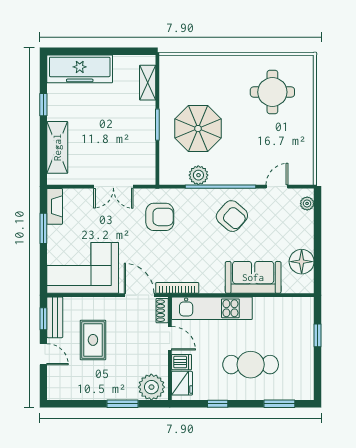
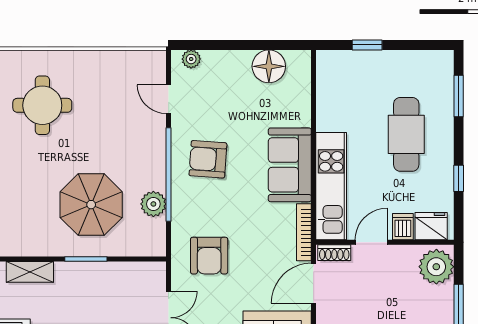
armchair: (232, 216) -> (208, 159), turned -127
armchair: (160, 217) -> (209, 256), turned 180
sofa: (253, 277) -> (290, 165), moved

